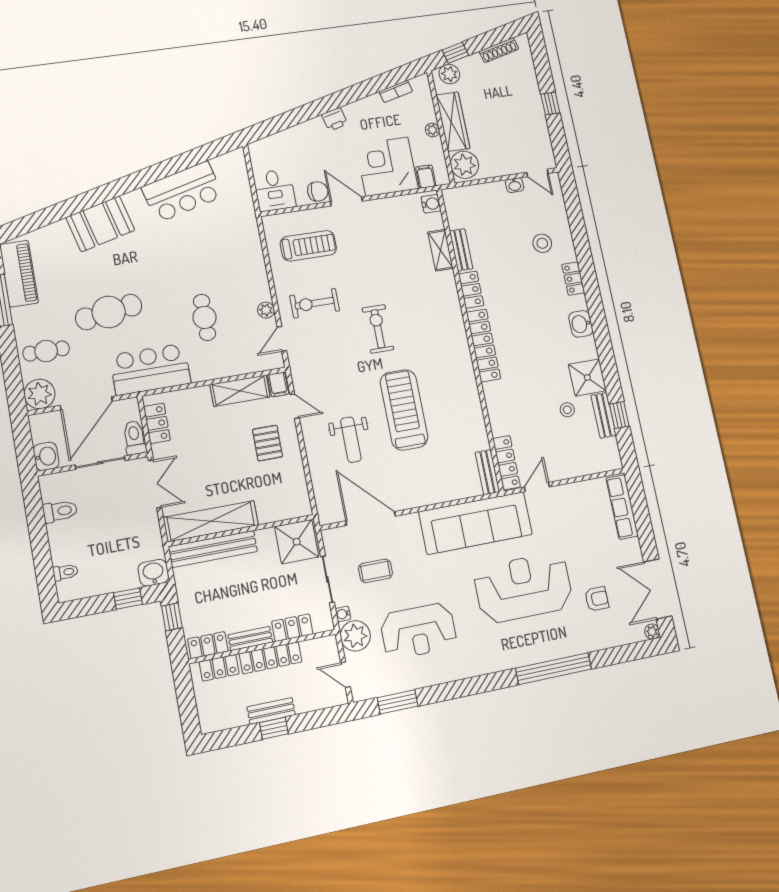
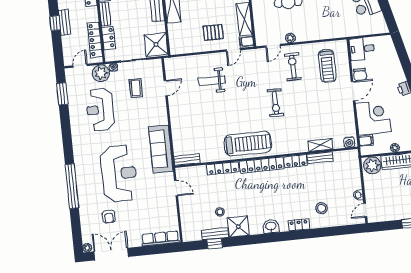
exercise bike: (378, 329) -> (275, 103), turned 90
door: (282, 339) -> (273, 46), swing flipped
treadmill: (404, 410) -> (248, 144), moved
locker: (506, 463) -> (223, 168), moved
door: (371, 519) -> (166, 88), width x0.53
sofa: (476, 523) -> (161, 149), width x0.74, depth x0.79
locker: (271, 658) -> (95, 40), moved

